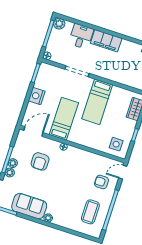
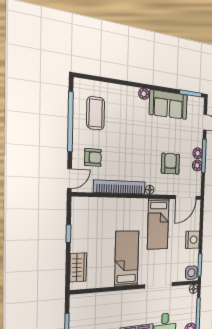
side table: (116, 144) -> (191, 273), moved
bookcase: (87, 156) -> (120, 187), added
plant: (10, 172) -> (197, 165), moved

